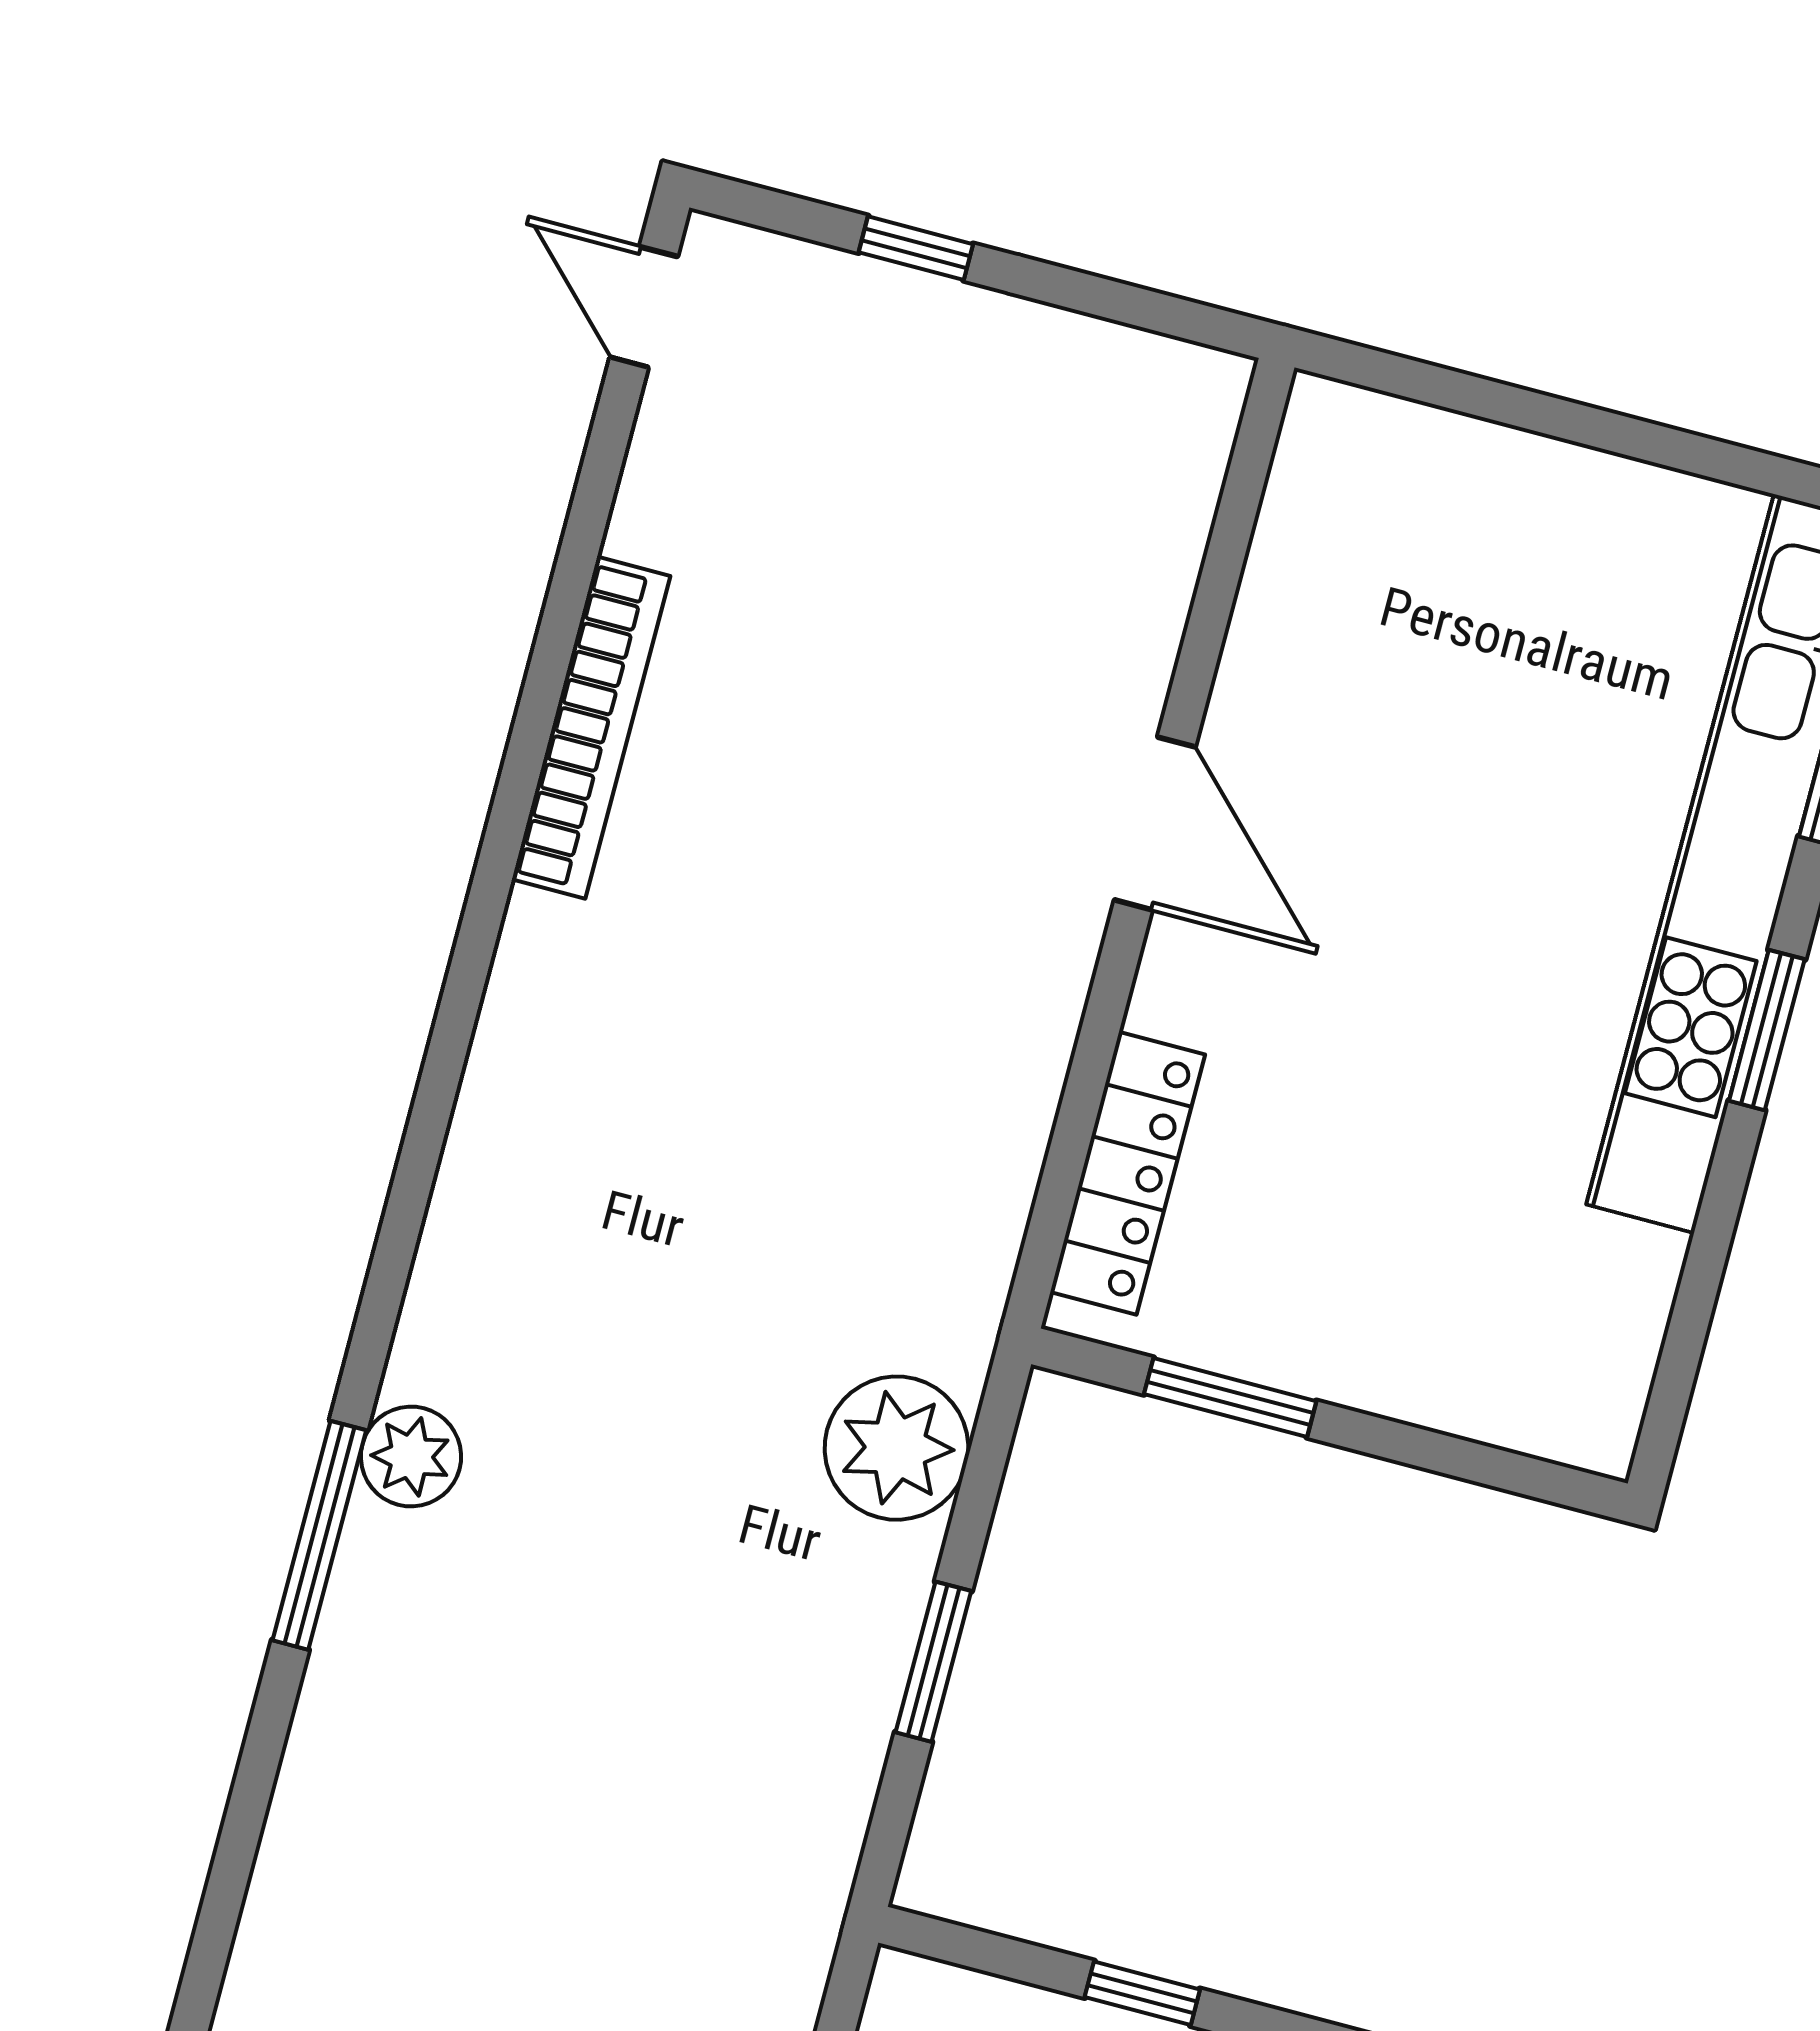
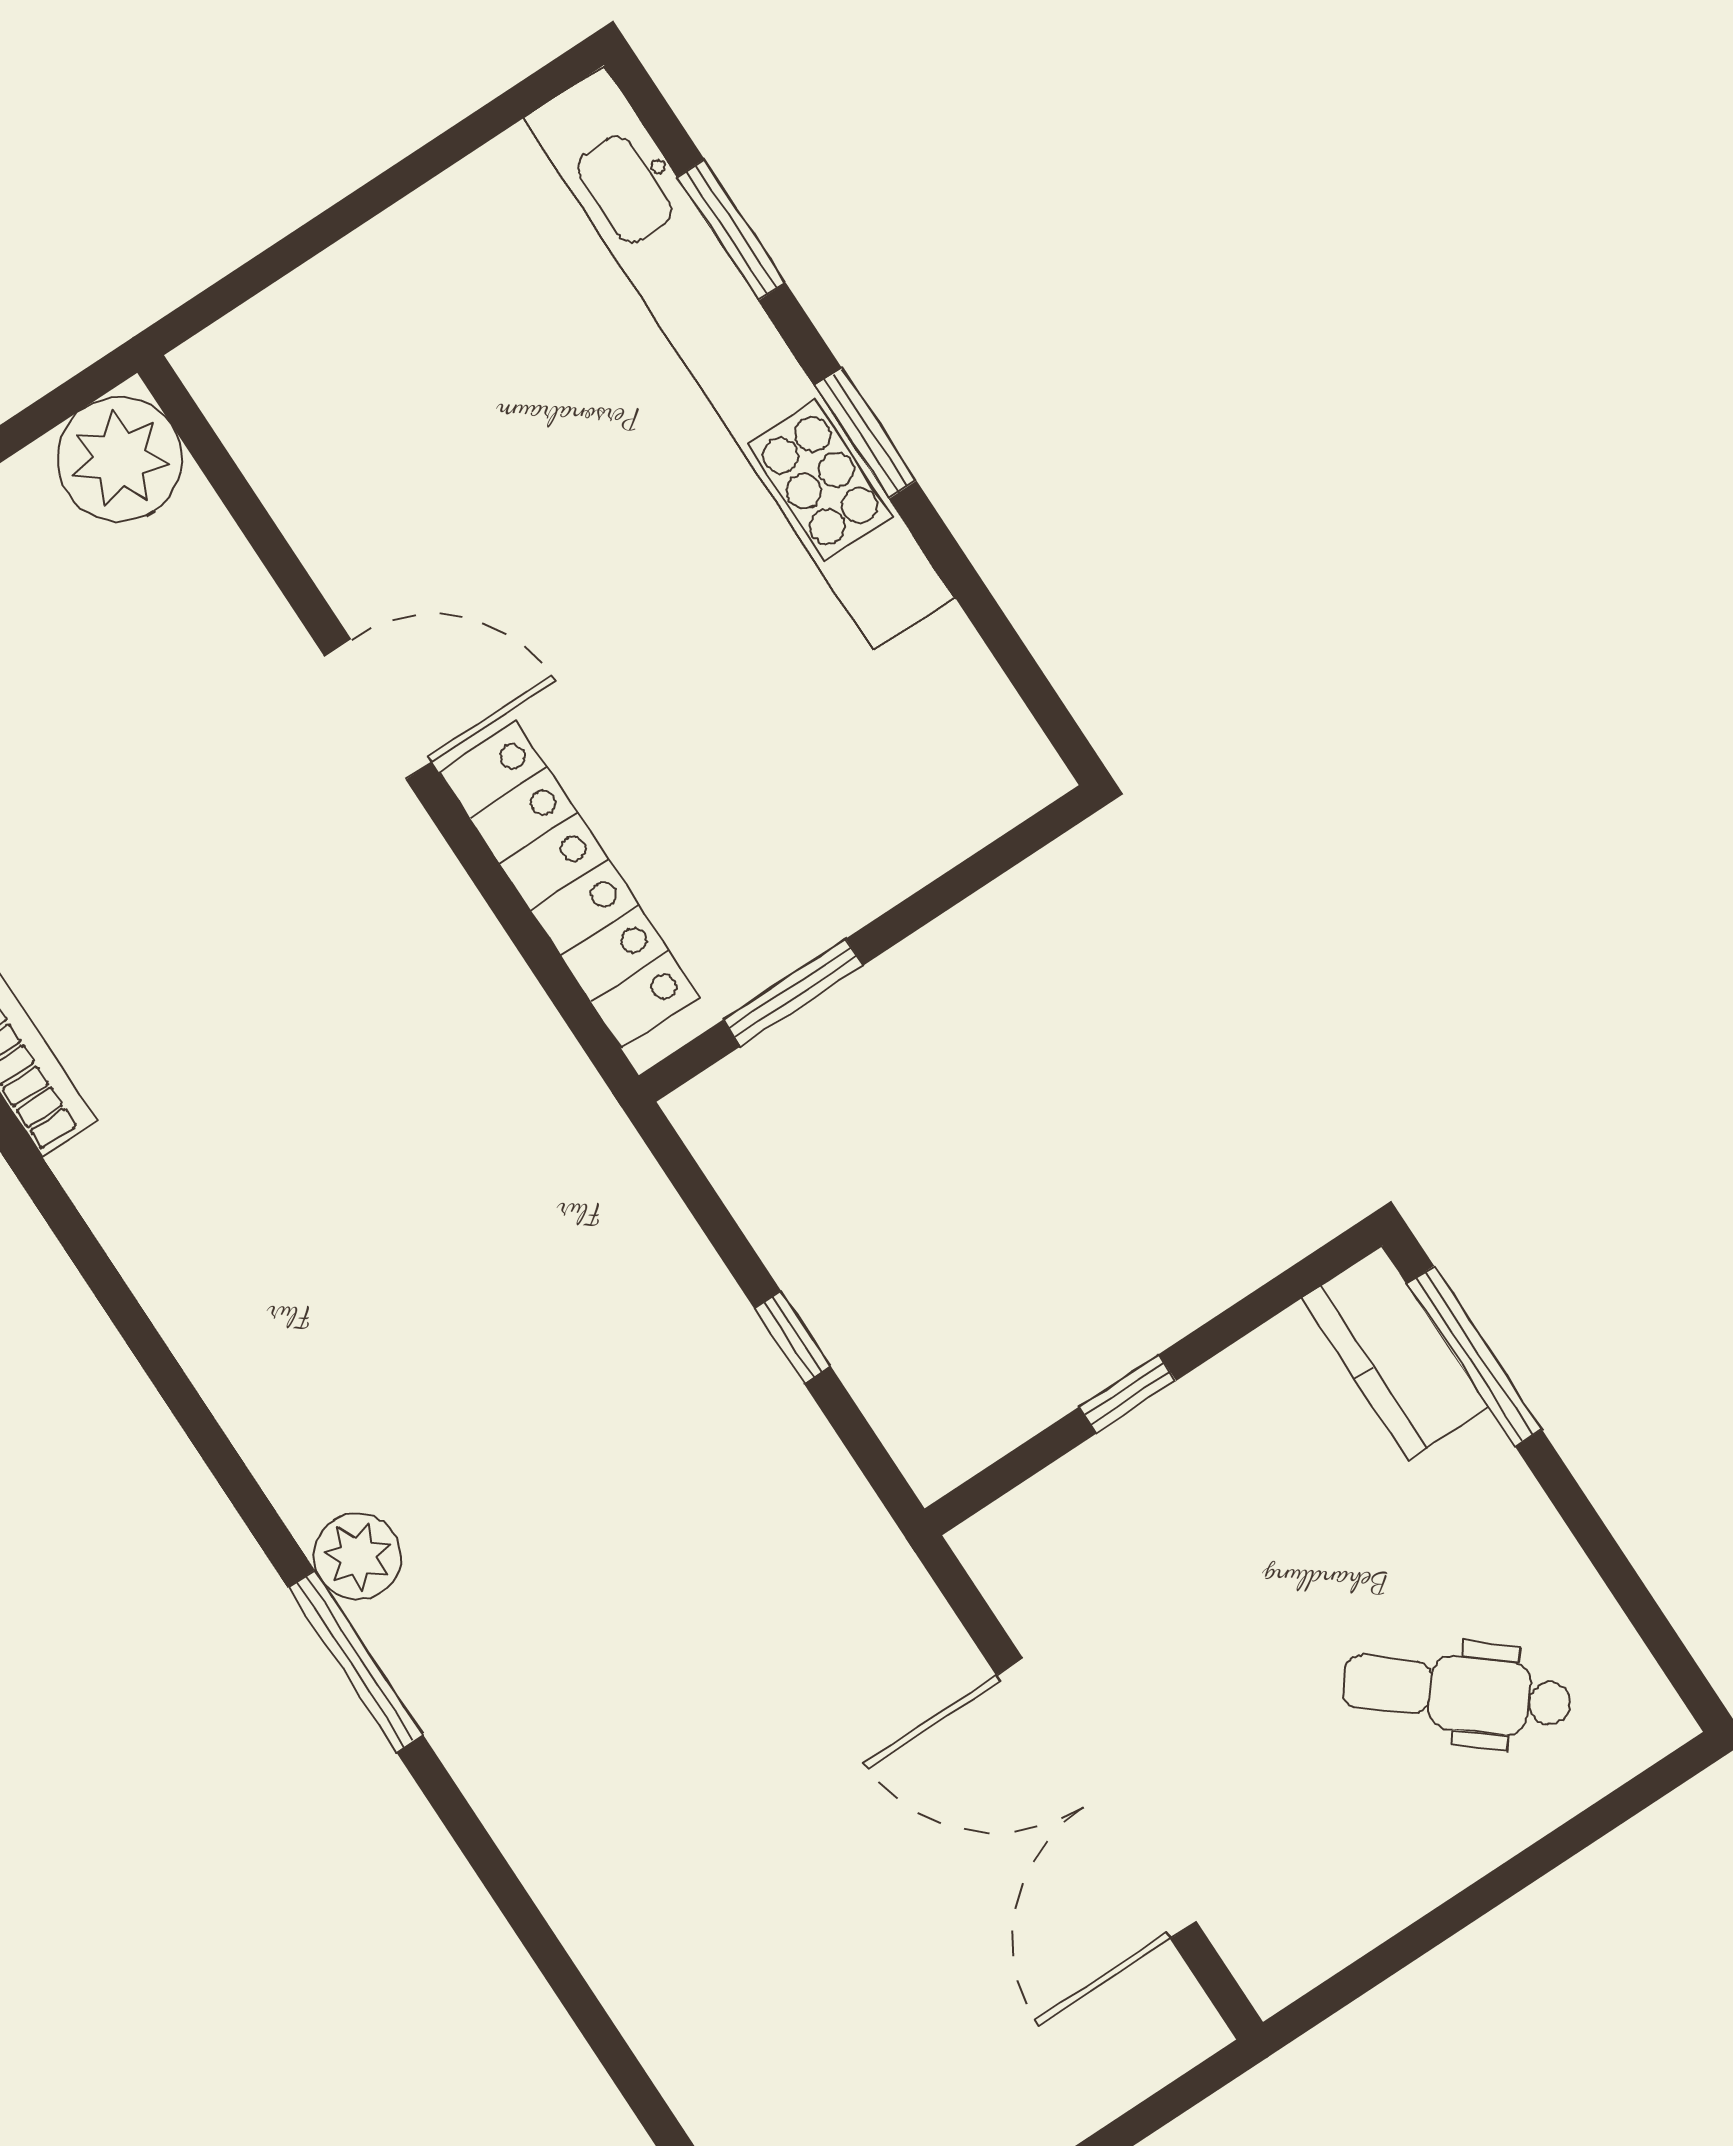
locker: (1128, 1173) -> (569, 884), width x1.41, depth x1.21
plant: (897, 1448) -> (120, 459), moved
window: (933, 1662) -> (792, 1337), width x0.67

